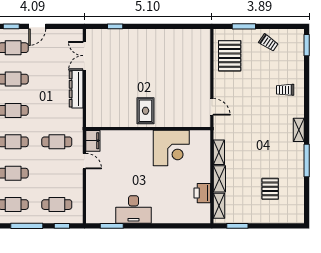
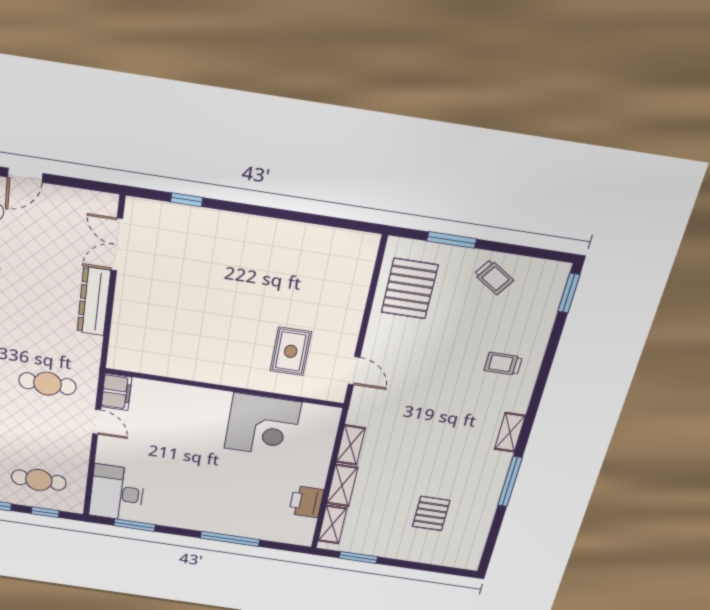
rug: (146, 111) -> (291, 351), moved
desk: (133, 209) -> (117, 493), moved, turned 90
window: (165, 226) -> (230, 539), added

